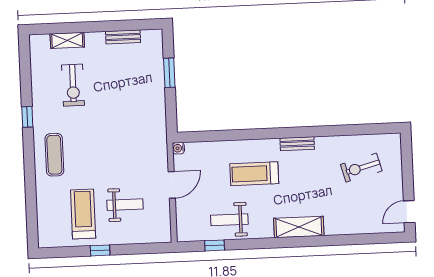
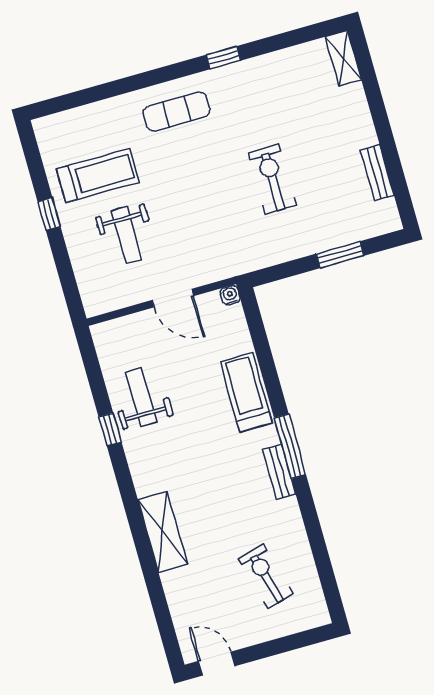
shelving: (67, 40) -> (343, 58), moved
exercise bike: (73, 85) -> (272, 179), moved, turned 90
window: (283, 133) -> (290, 446), added
treadmill: (254, 174) -> (246, 392), moved
shelving: (299, 227) -> (163, 532), moved
window: (215, 245) -> (110, 429), moved

